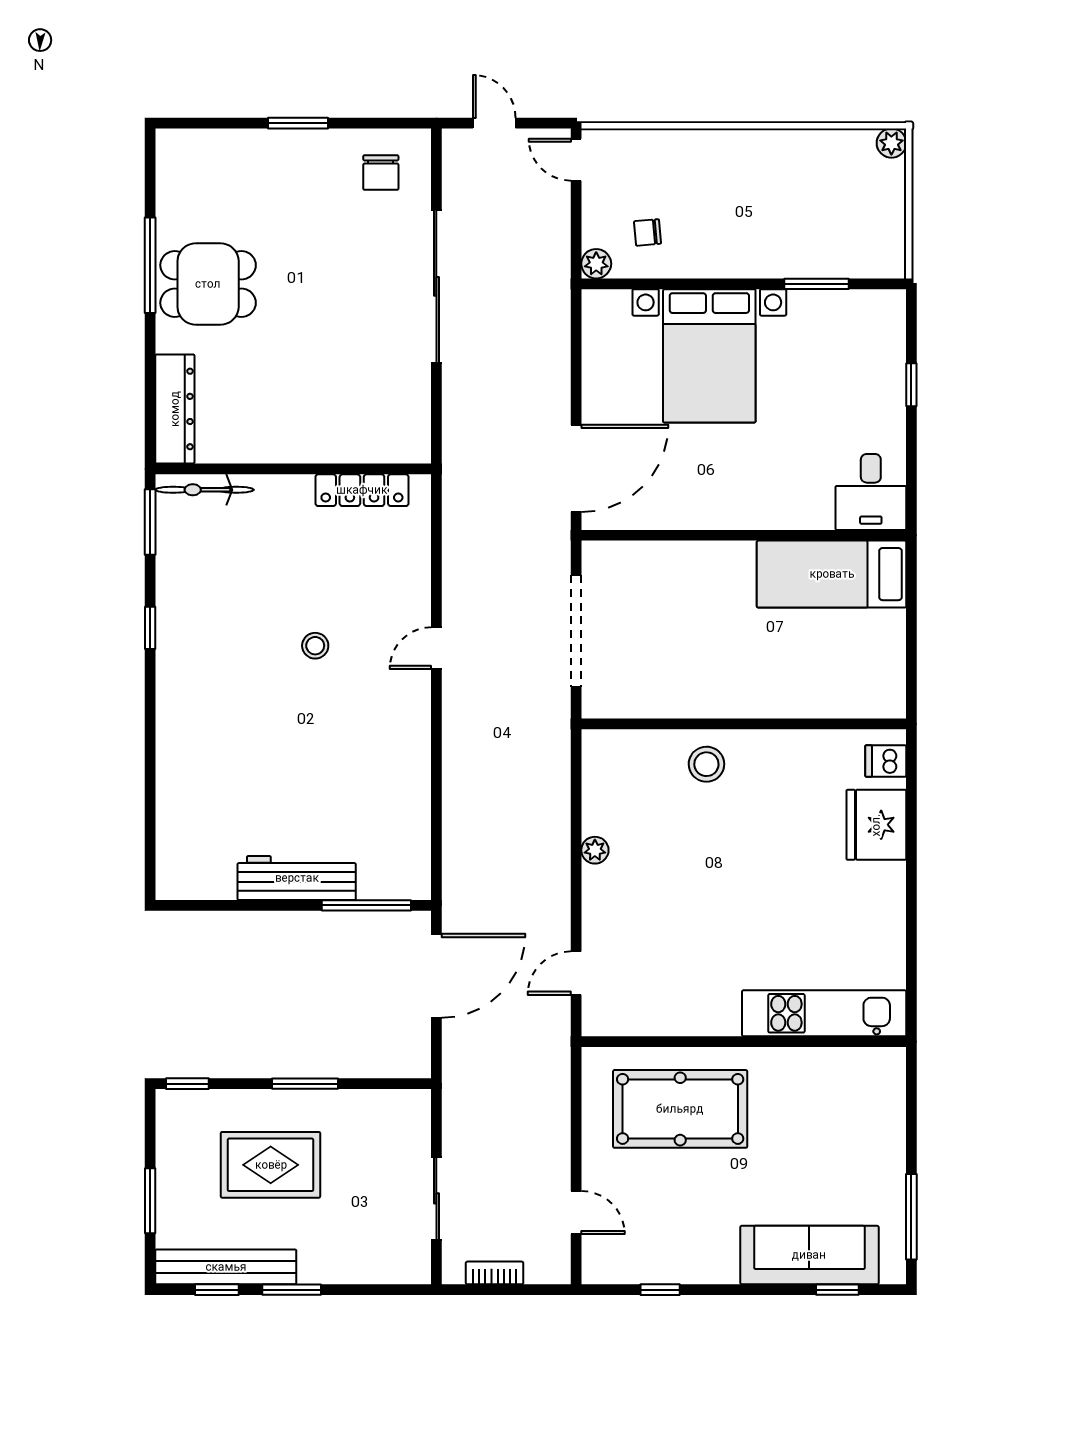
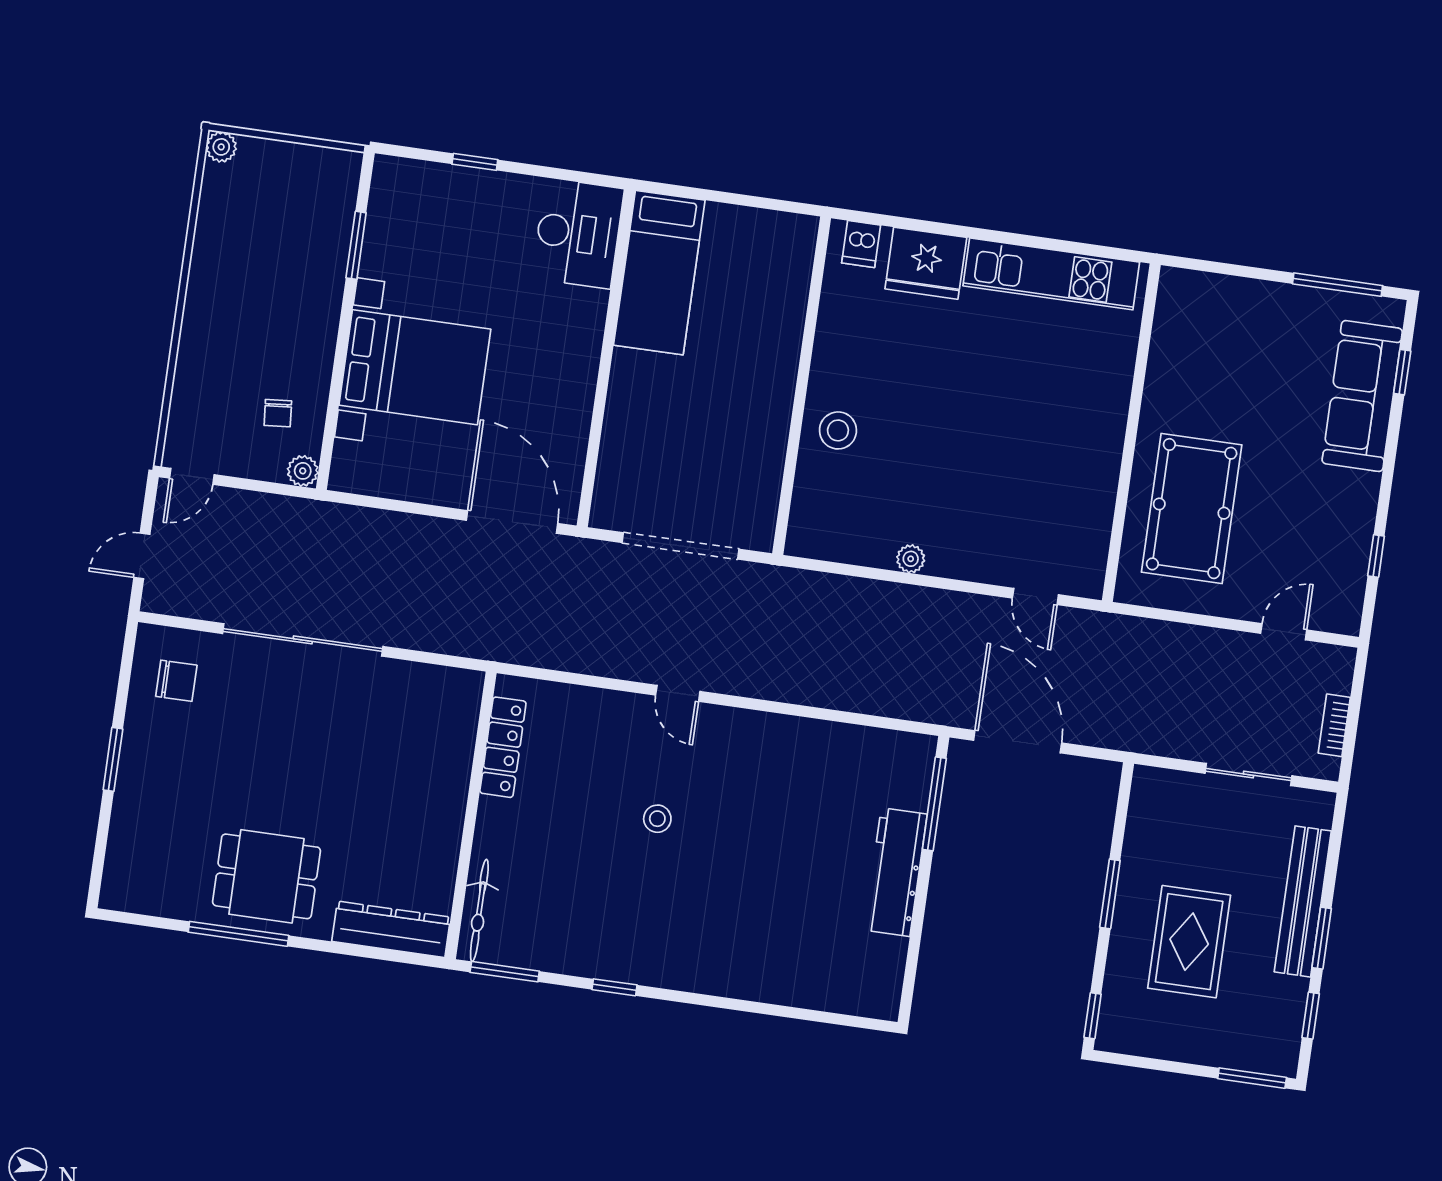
dining table: (208, 284) -> (266, 876), turned 90
desk: (871, 492) -> (578, 233), width x1.37
kitchen unit: (824, 1013) -> (1051, 274), moved, turned -90
window: (150, 1201) -> (1252, 1078), moved
bench: (226, 1267) -> (1303, 901), moved

